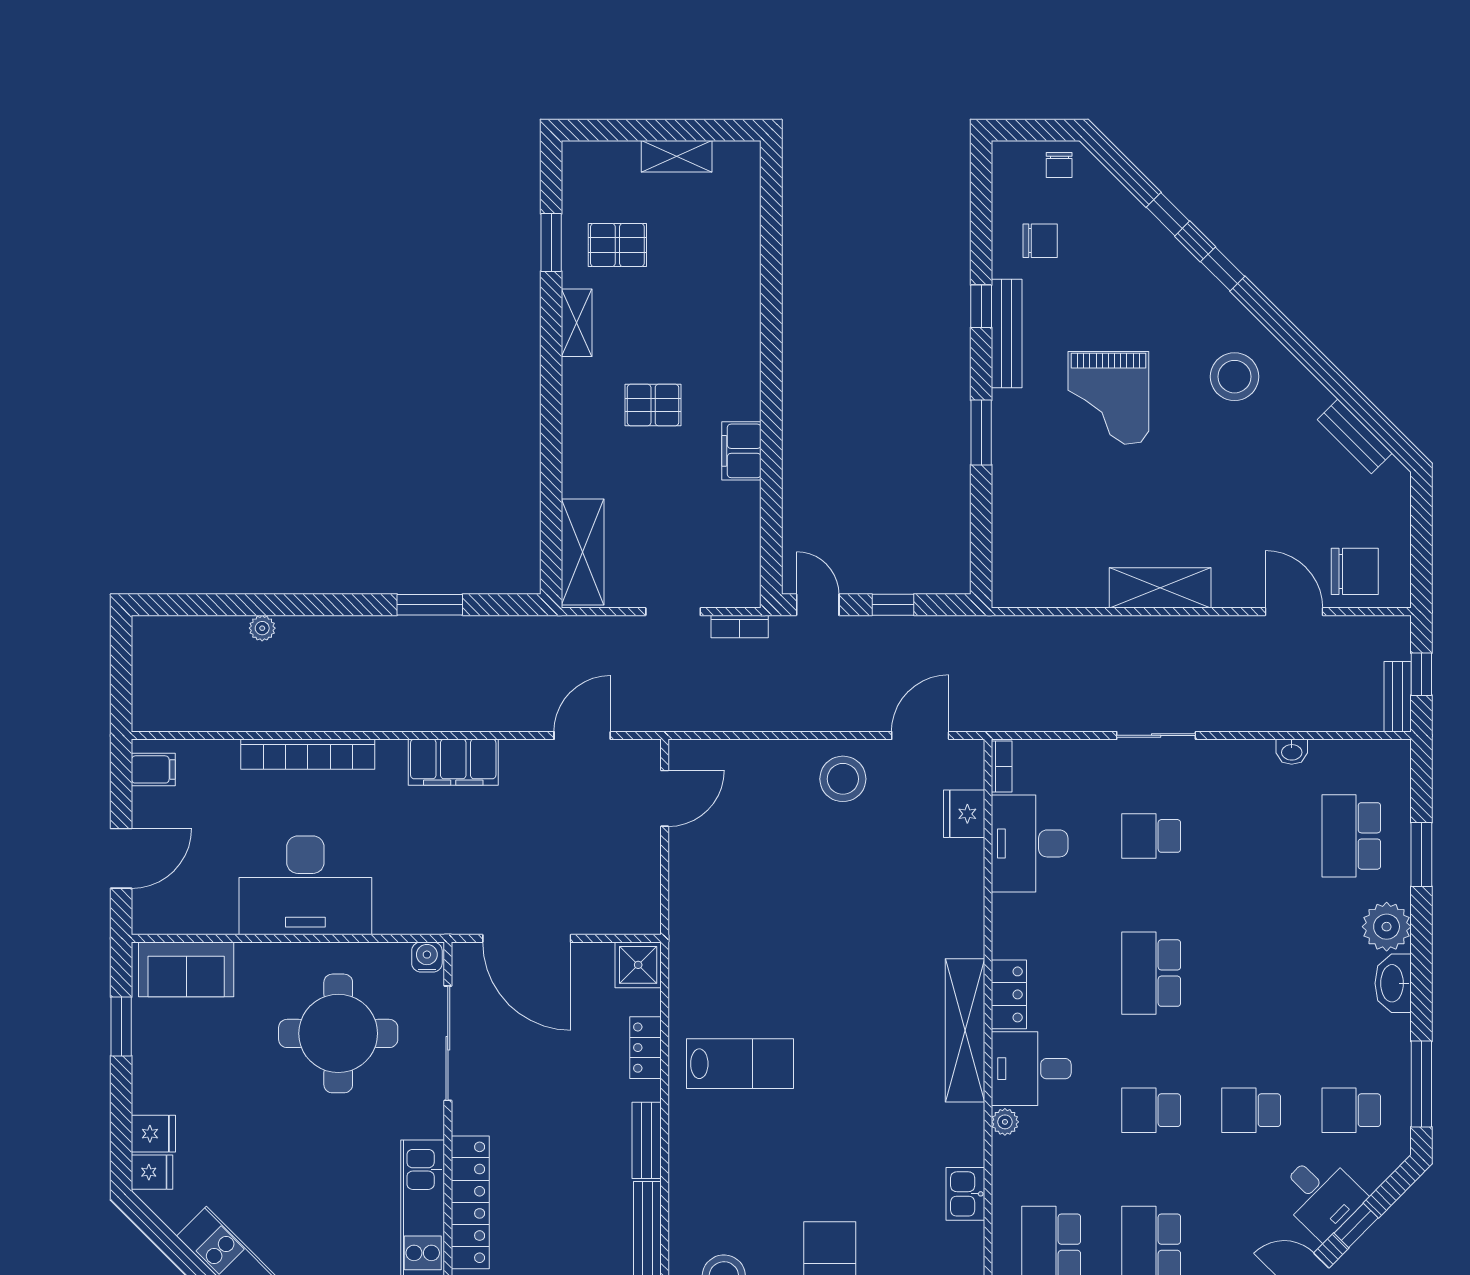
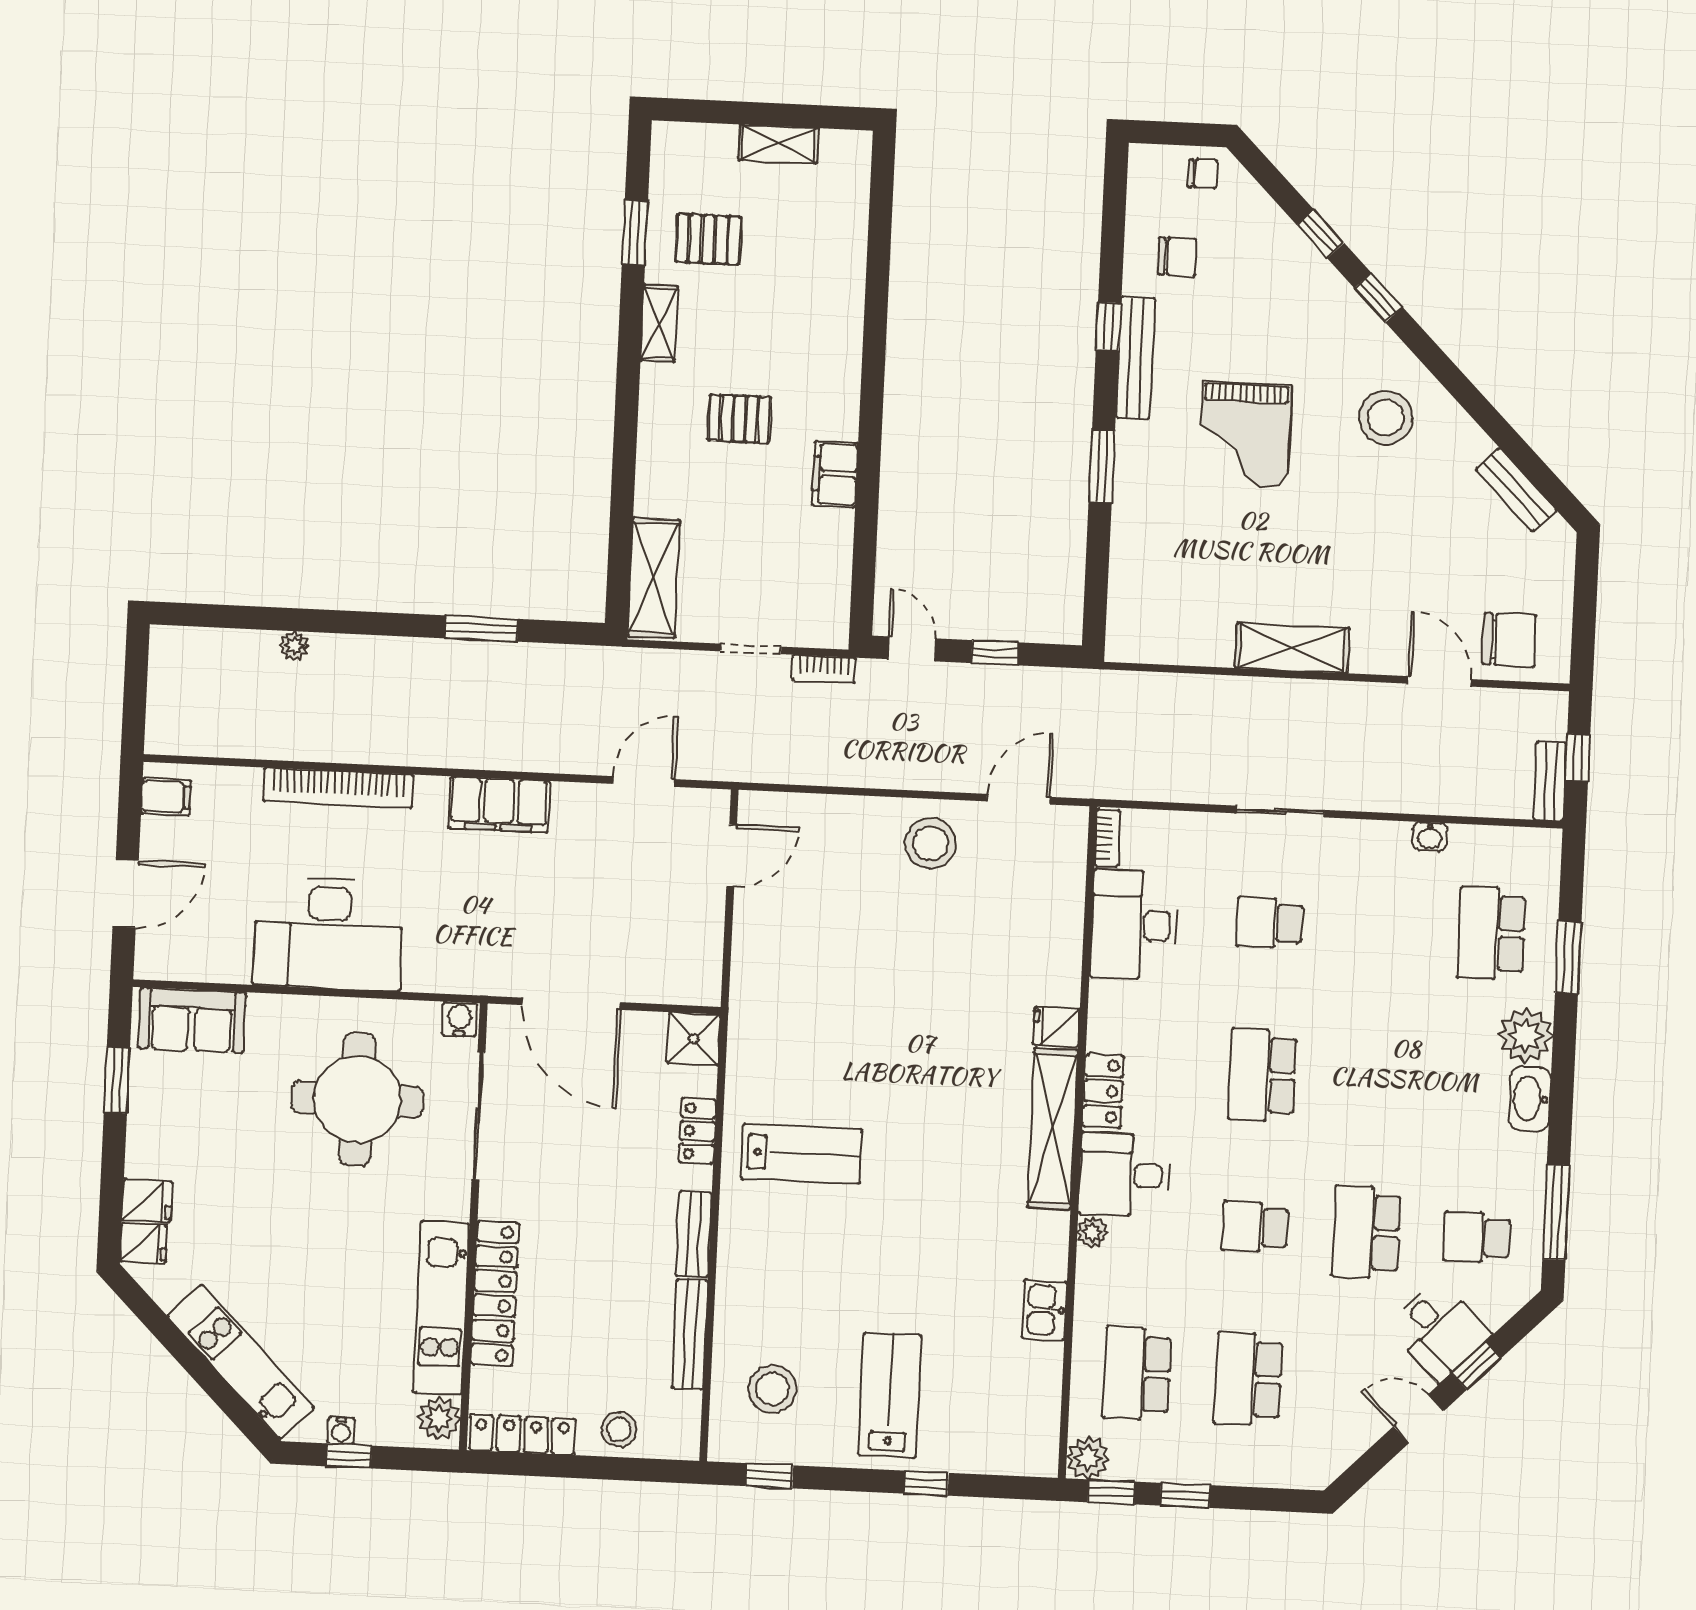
chair: (1059, 165) -> (1202, 174), turned -90
fridge: (964, 814) -> (1056, 1027), moved, width x0.72
school desk: (1251, 1110) -> (1366, 1232), width x1.85

